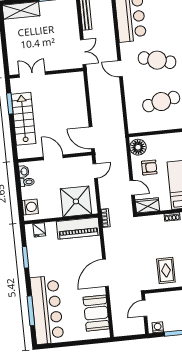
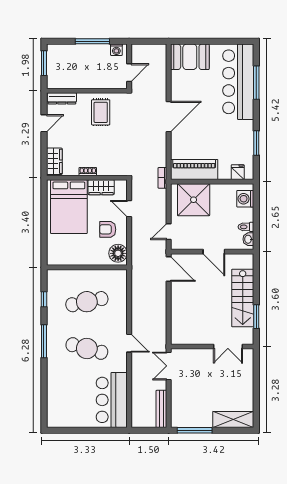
wardrobe: (147, 205) -> (101, 187), moved
booth: (96, 313) -> (190, 57), moved, turned 90

